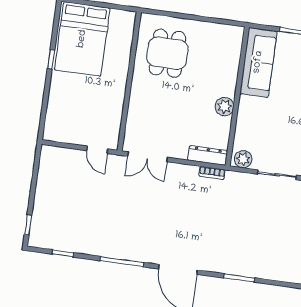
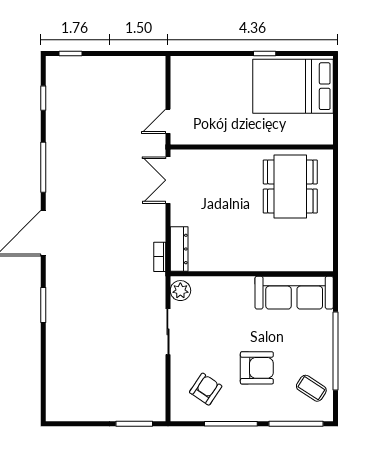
dining table: (167, 53) -> (290, 186), width x1.37
plant: (224, 107) -> (238, 261), removed

